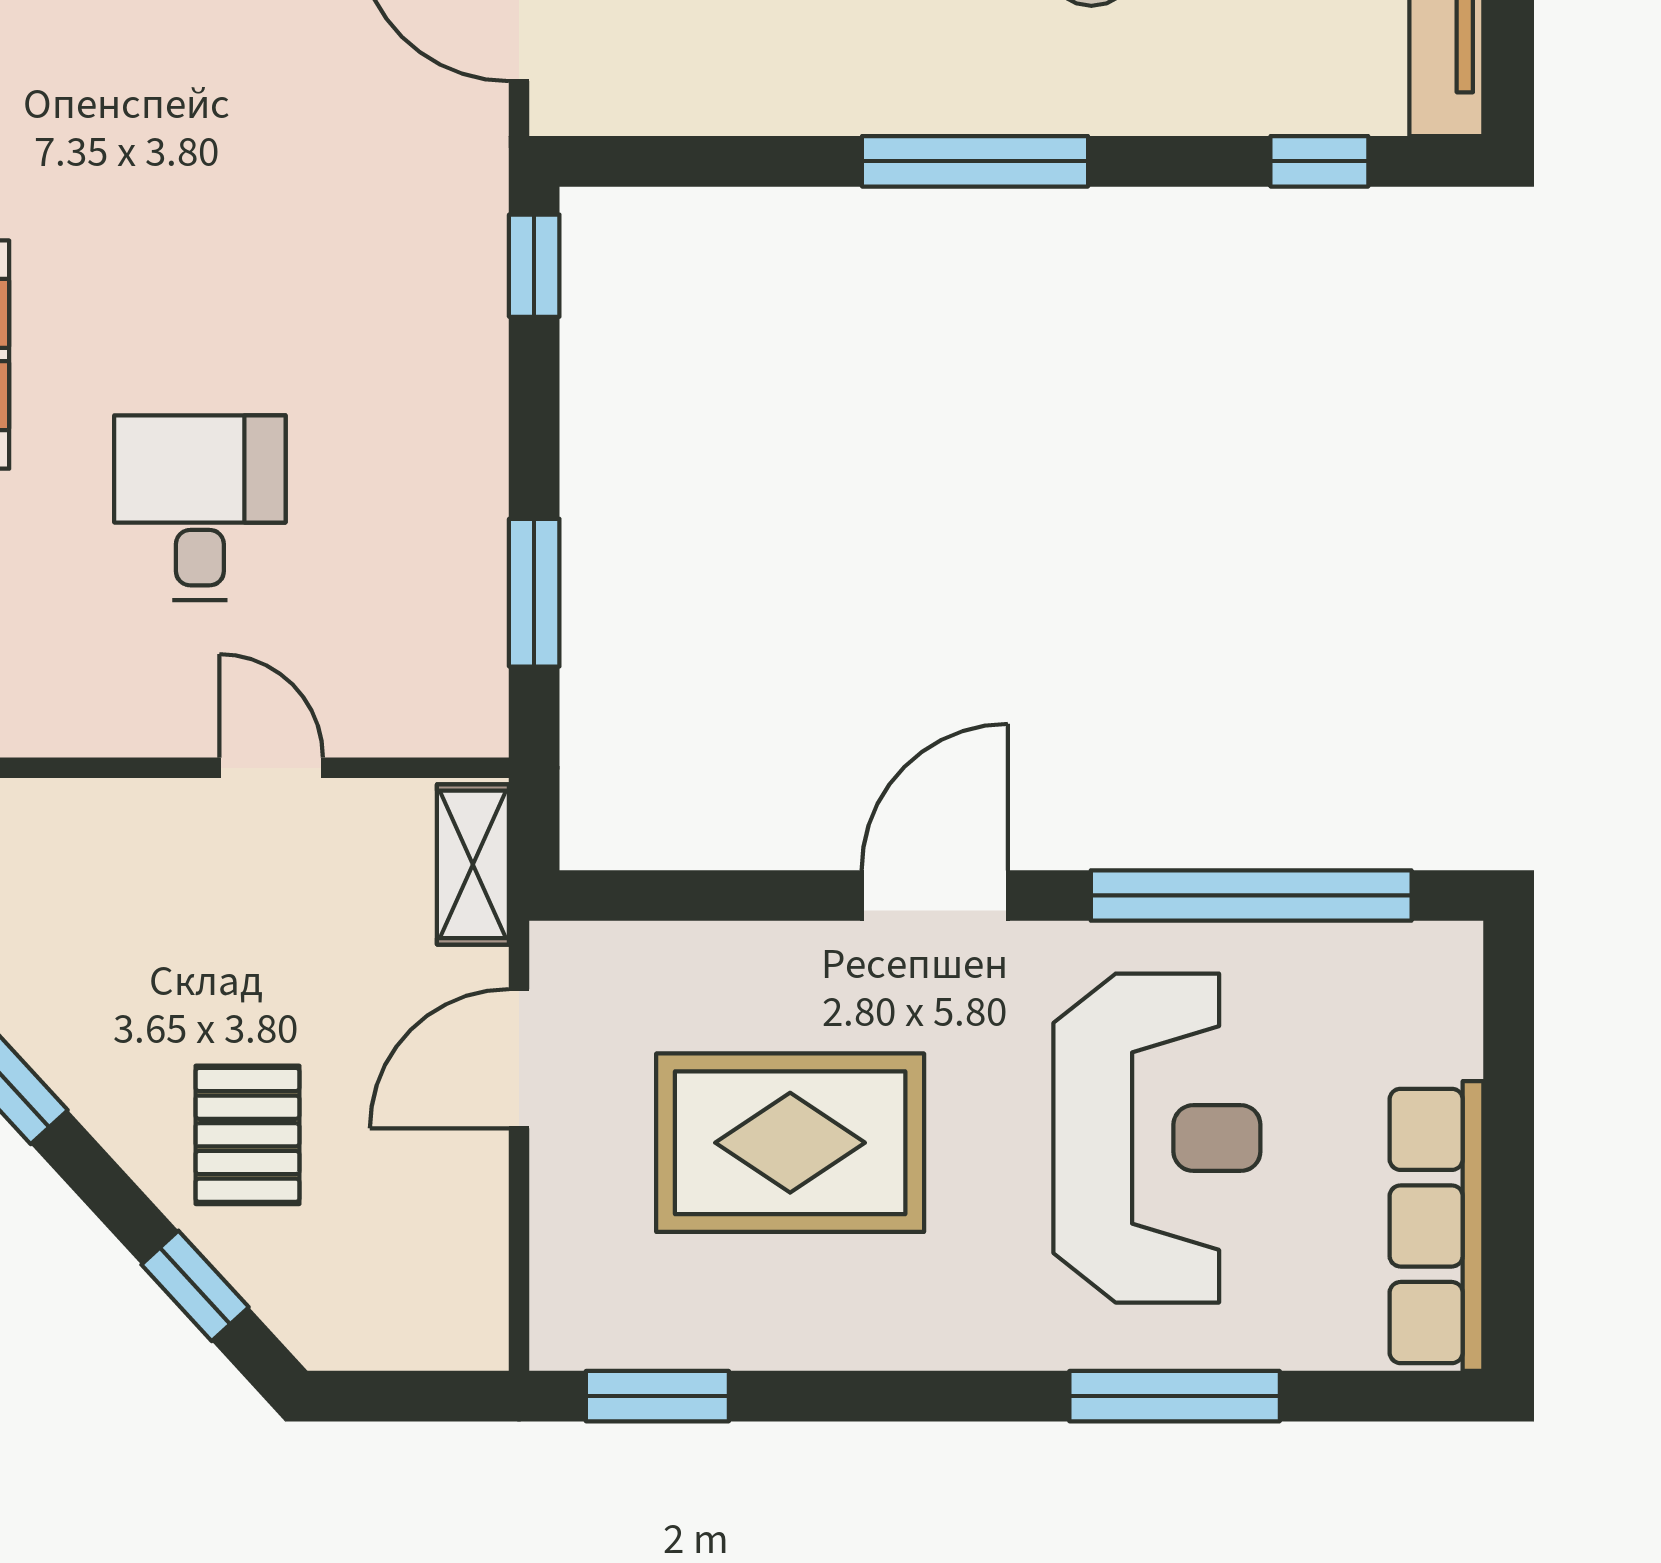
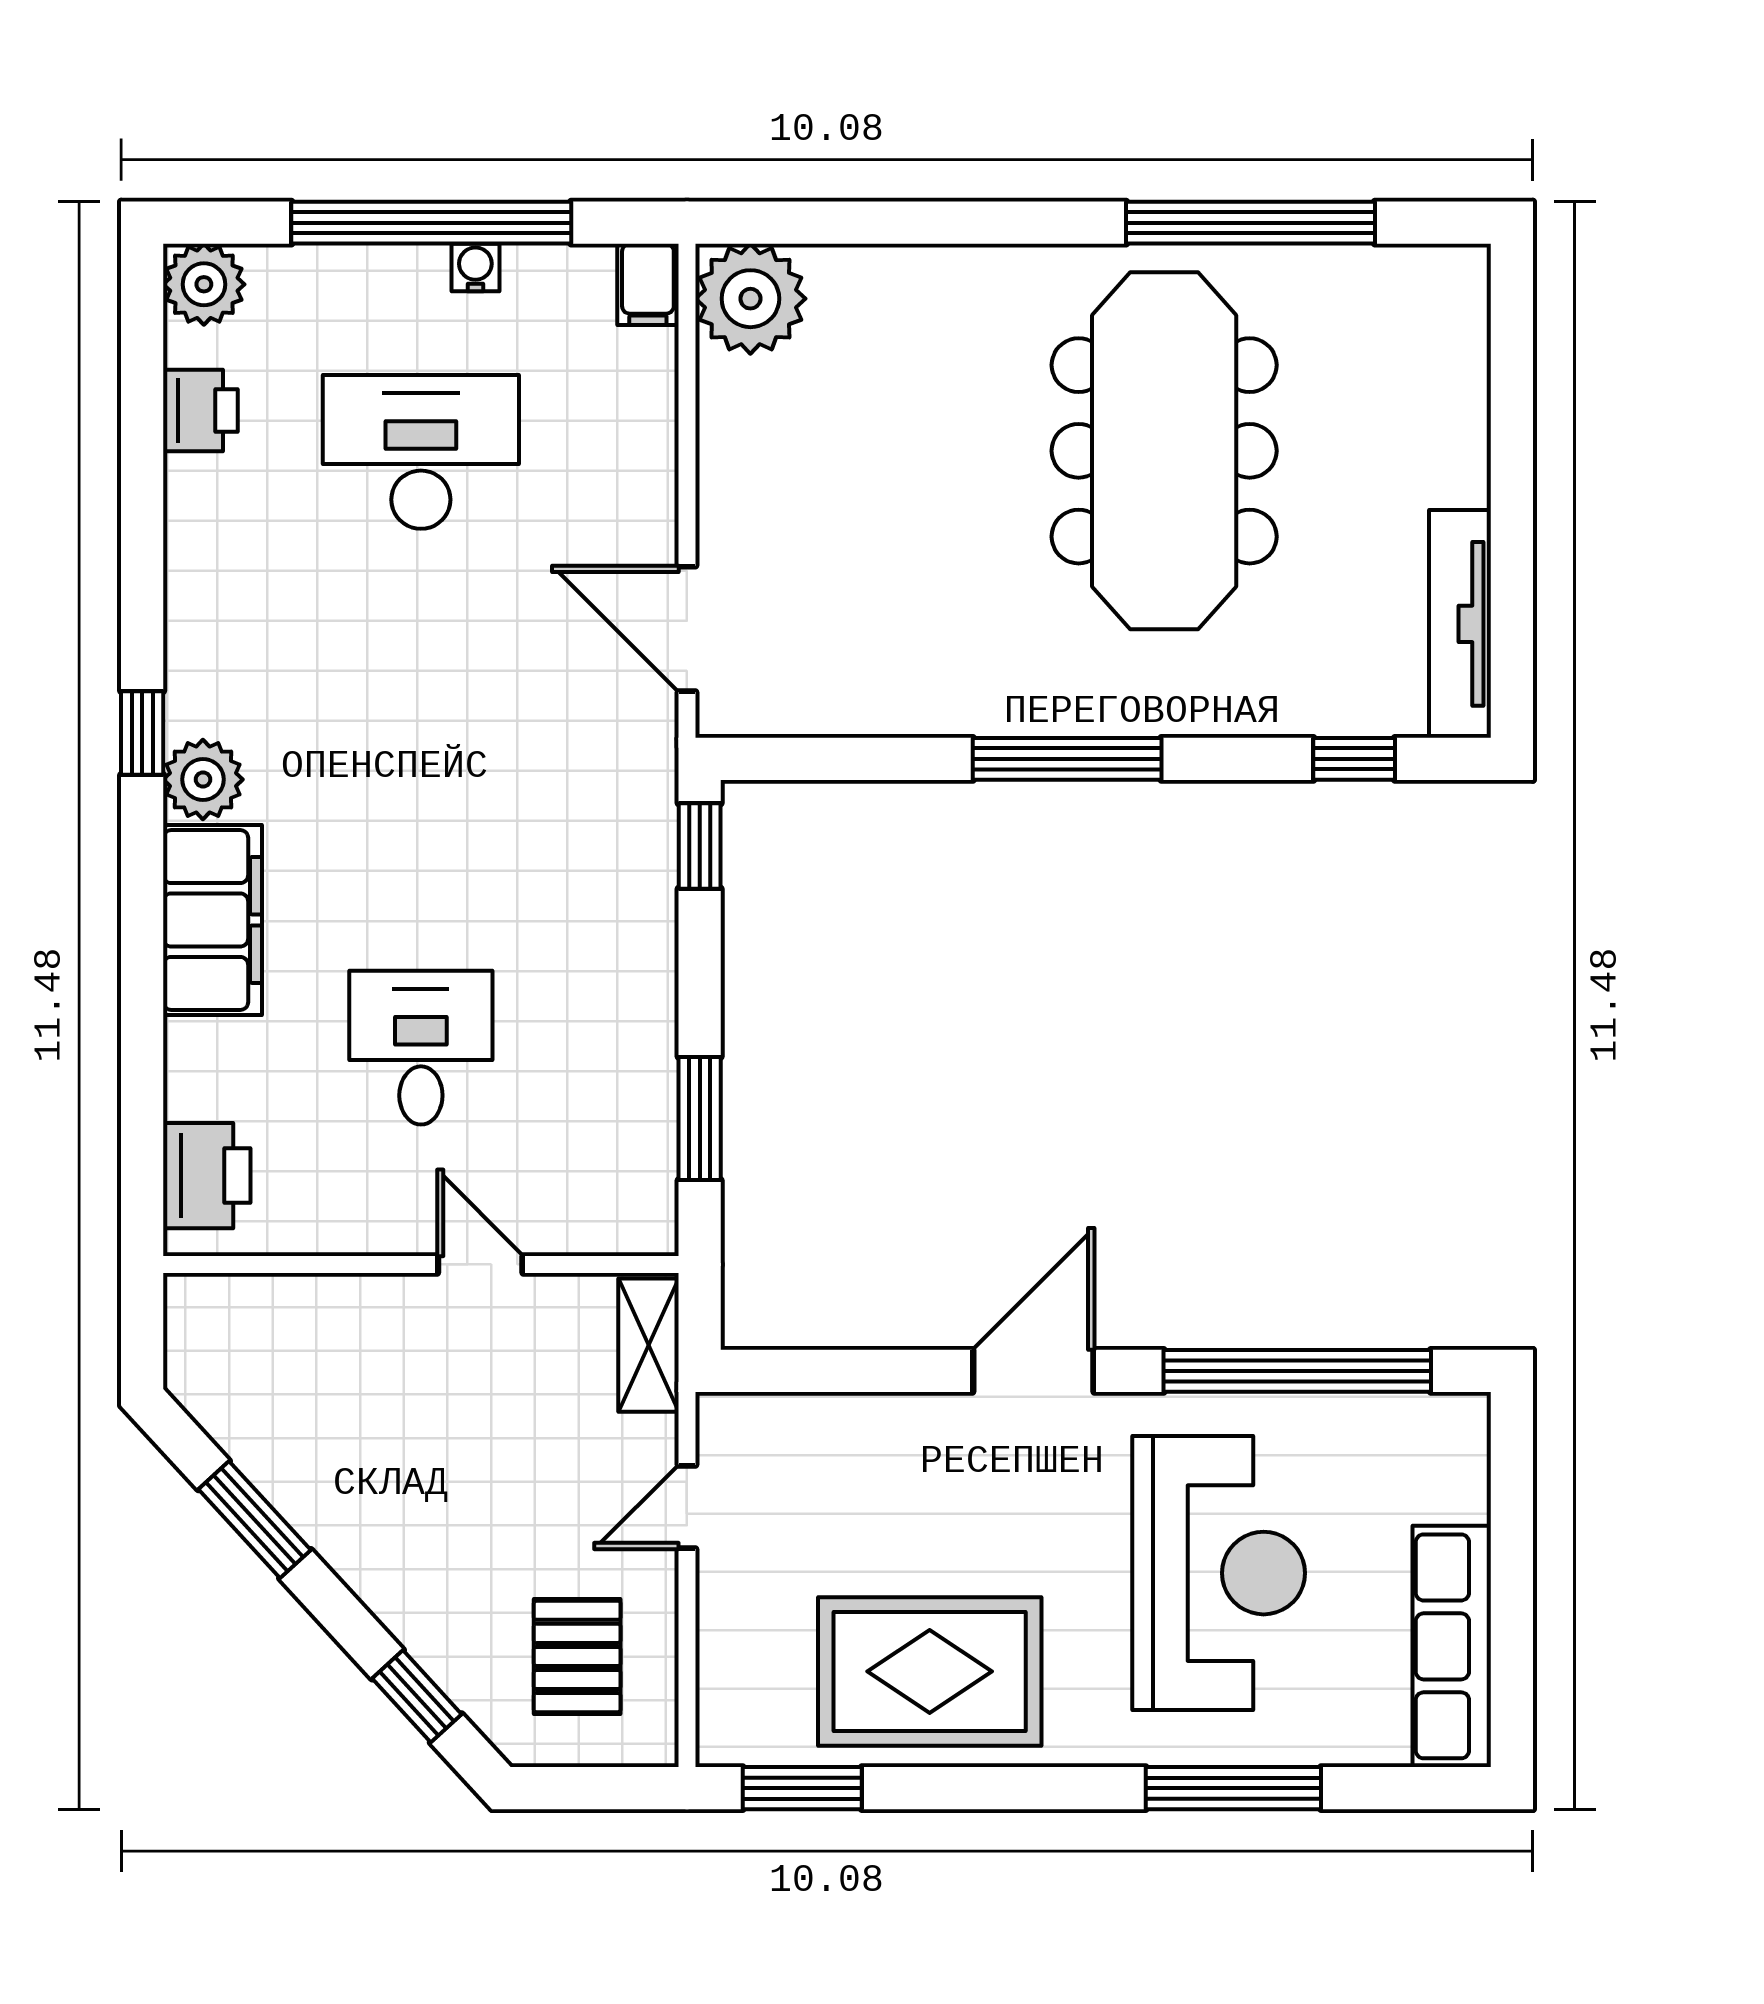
door: (519, 1059) -> (687, 1507), width x0.73
pallet: (247, 1135) -> (577, 1656), moved
rug: (790, 1143) -> (930, 1671), moved

